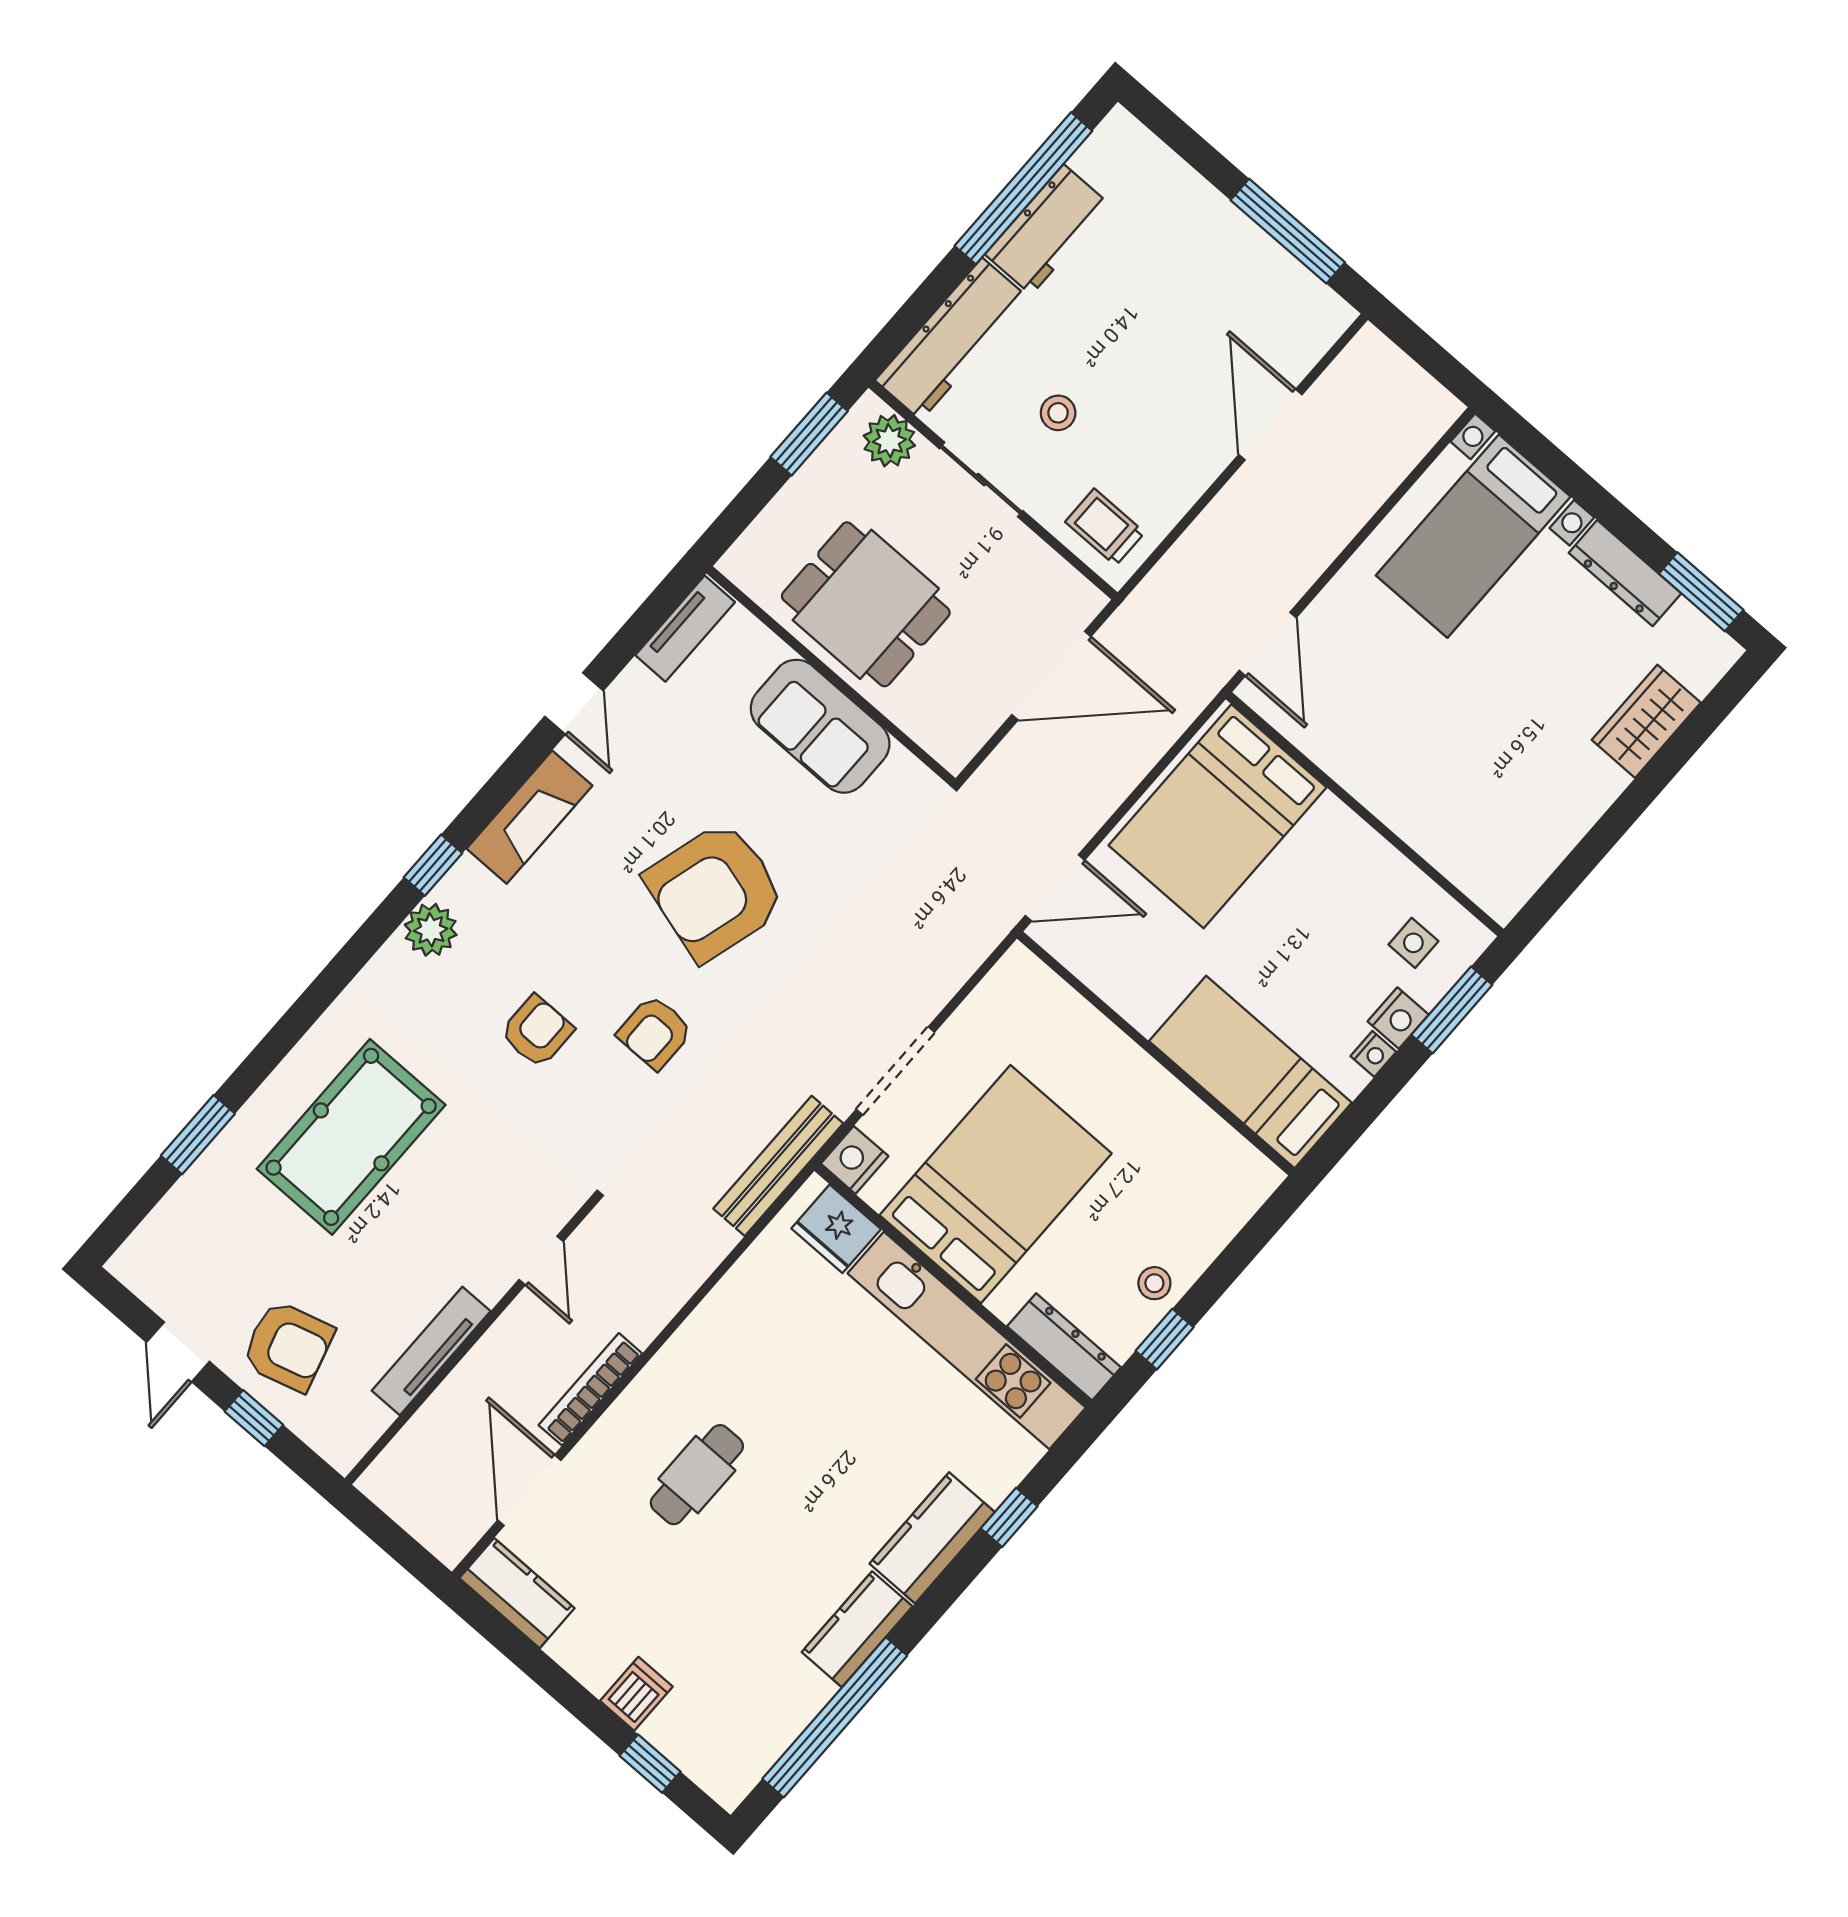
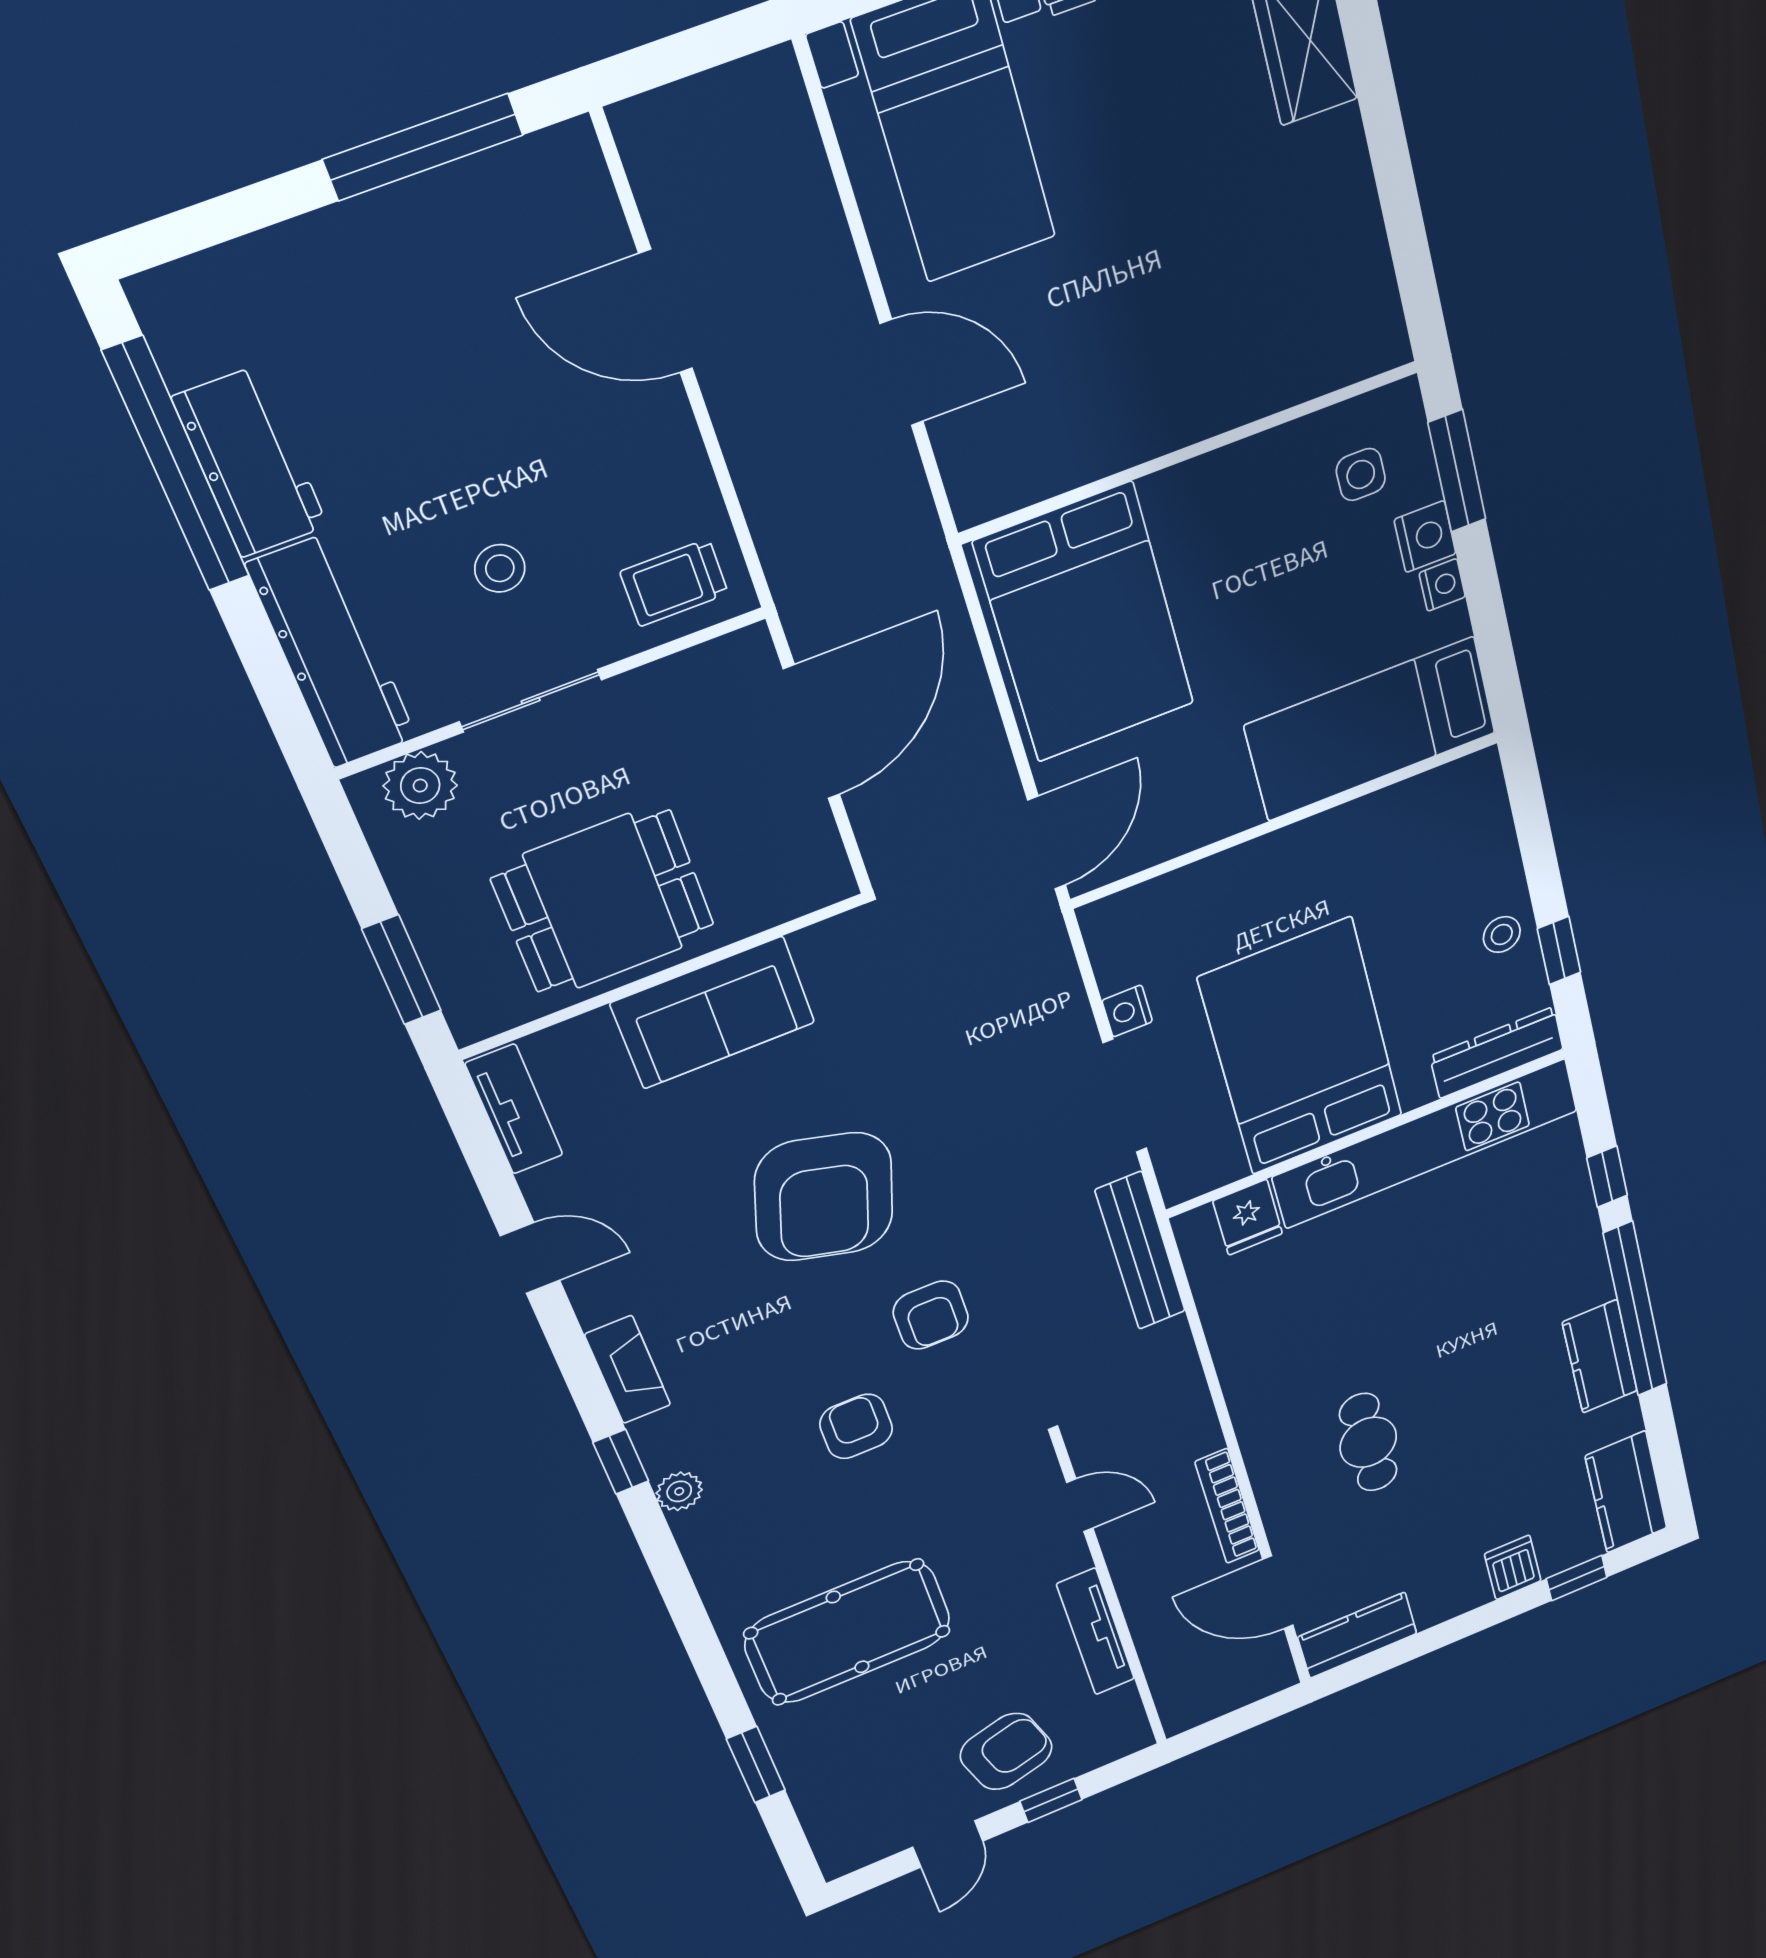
window: (809, 434) -> (402, 970), moved
door: (1268, 644) -> (902, 373), moved
fireplace: (529, 817) -> (628, 1370), width x0.73, depth x0.76
plant: (431, 930) -> (679, 1491), width x0.73, depth x0.73
pool table: (351, 1137) -> (848, 1632), turned 90
nightstand: (855, 1160) -> (1127, 1011), moved, width x0.72, depth x0.74
fridge: (836, 1229) -> (1248, 1217), width x0.72
door: (178, 1352) -> (948, 1844), hinge flipped
kitchen counter: (932, 1538) -> (1626, 1492), moved
window: (835, 1717) -> (1635, 1309), moved

